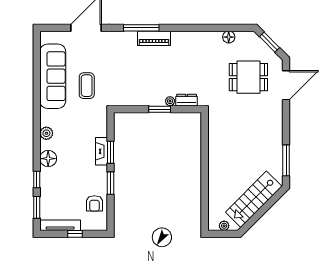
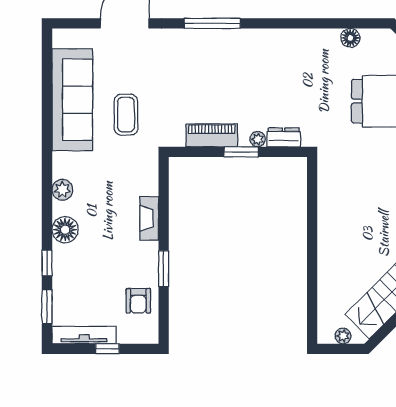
piano: (154, 38) -> (212, 135), moved, turned 180
window: (110, 152) -> (164, 220), removed

